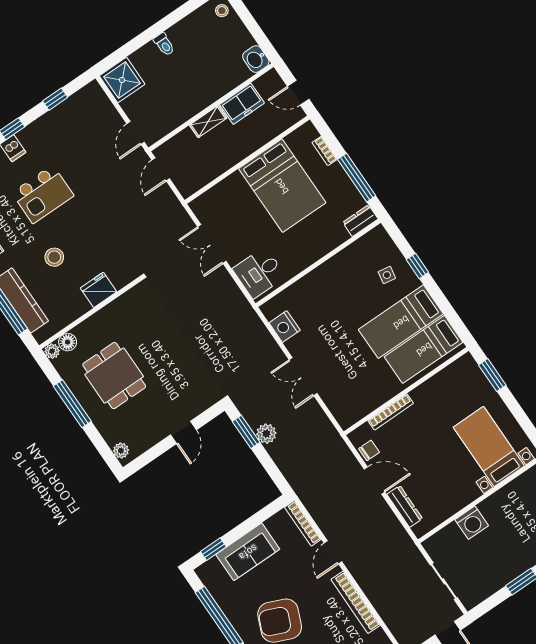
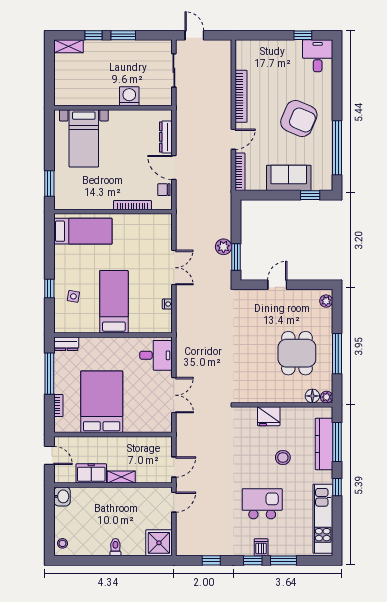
bed: (401, 322) -> (114, 302), moved, turned -90
nightstand: (285, 327) -> (167, 304), width x0.53, depth x0.56

